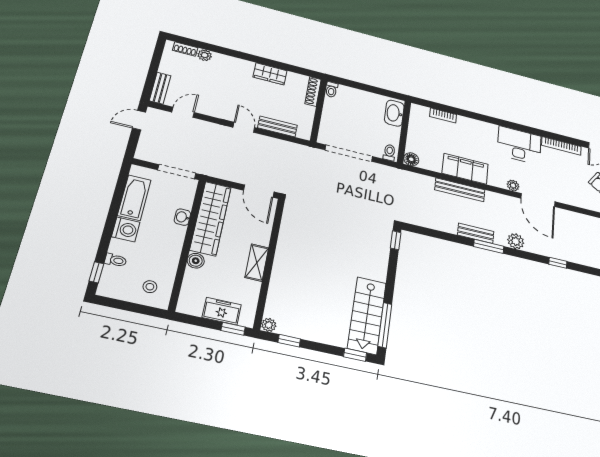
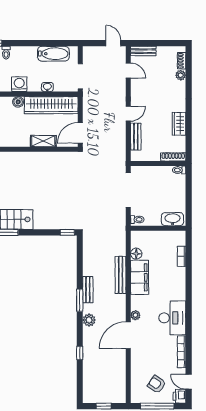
floor lamp: (411, 159) -> (136, 254), moved
washing machine: (126, 229) -> (19, 84), moved, turned 180
shelving: (257, 263) -> (43, 141), moved

